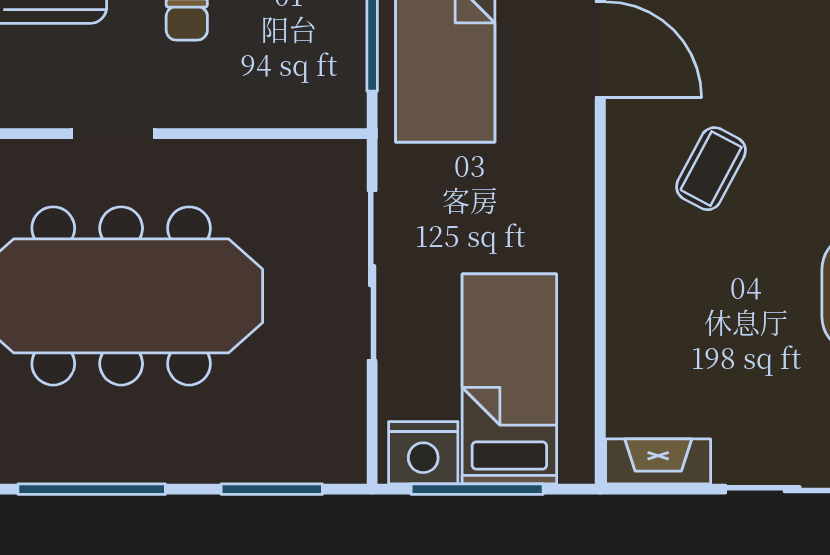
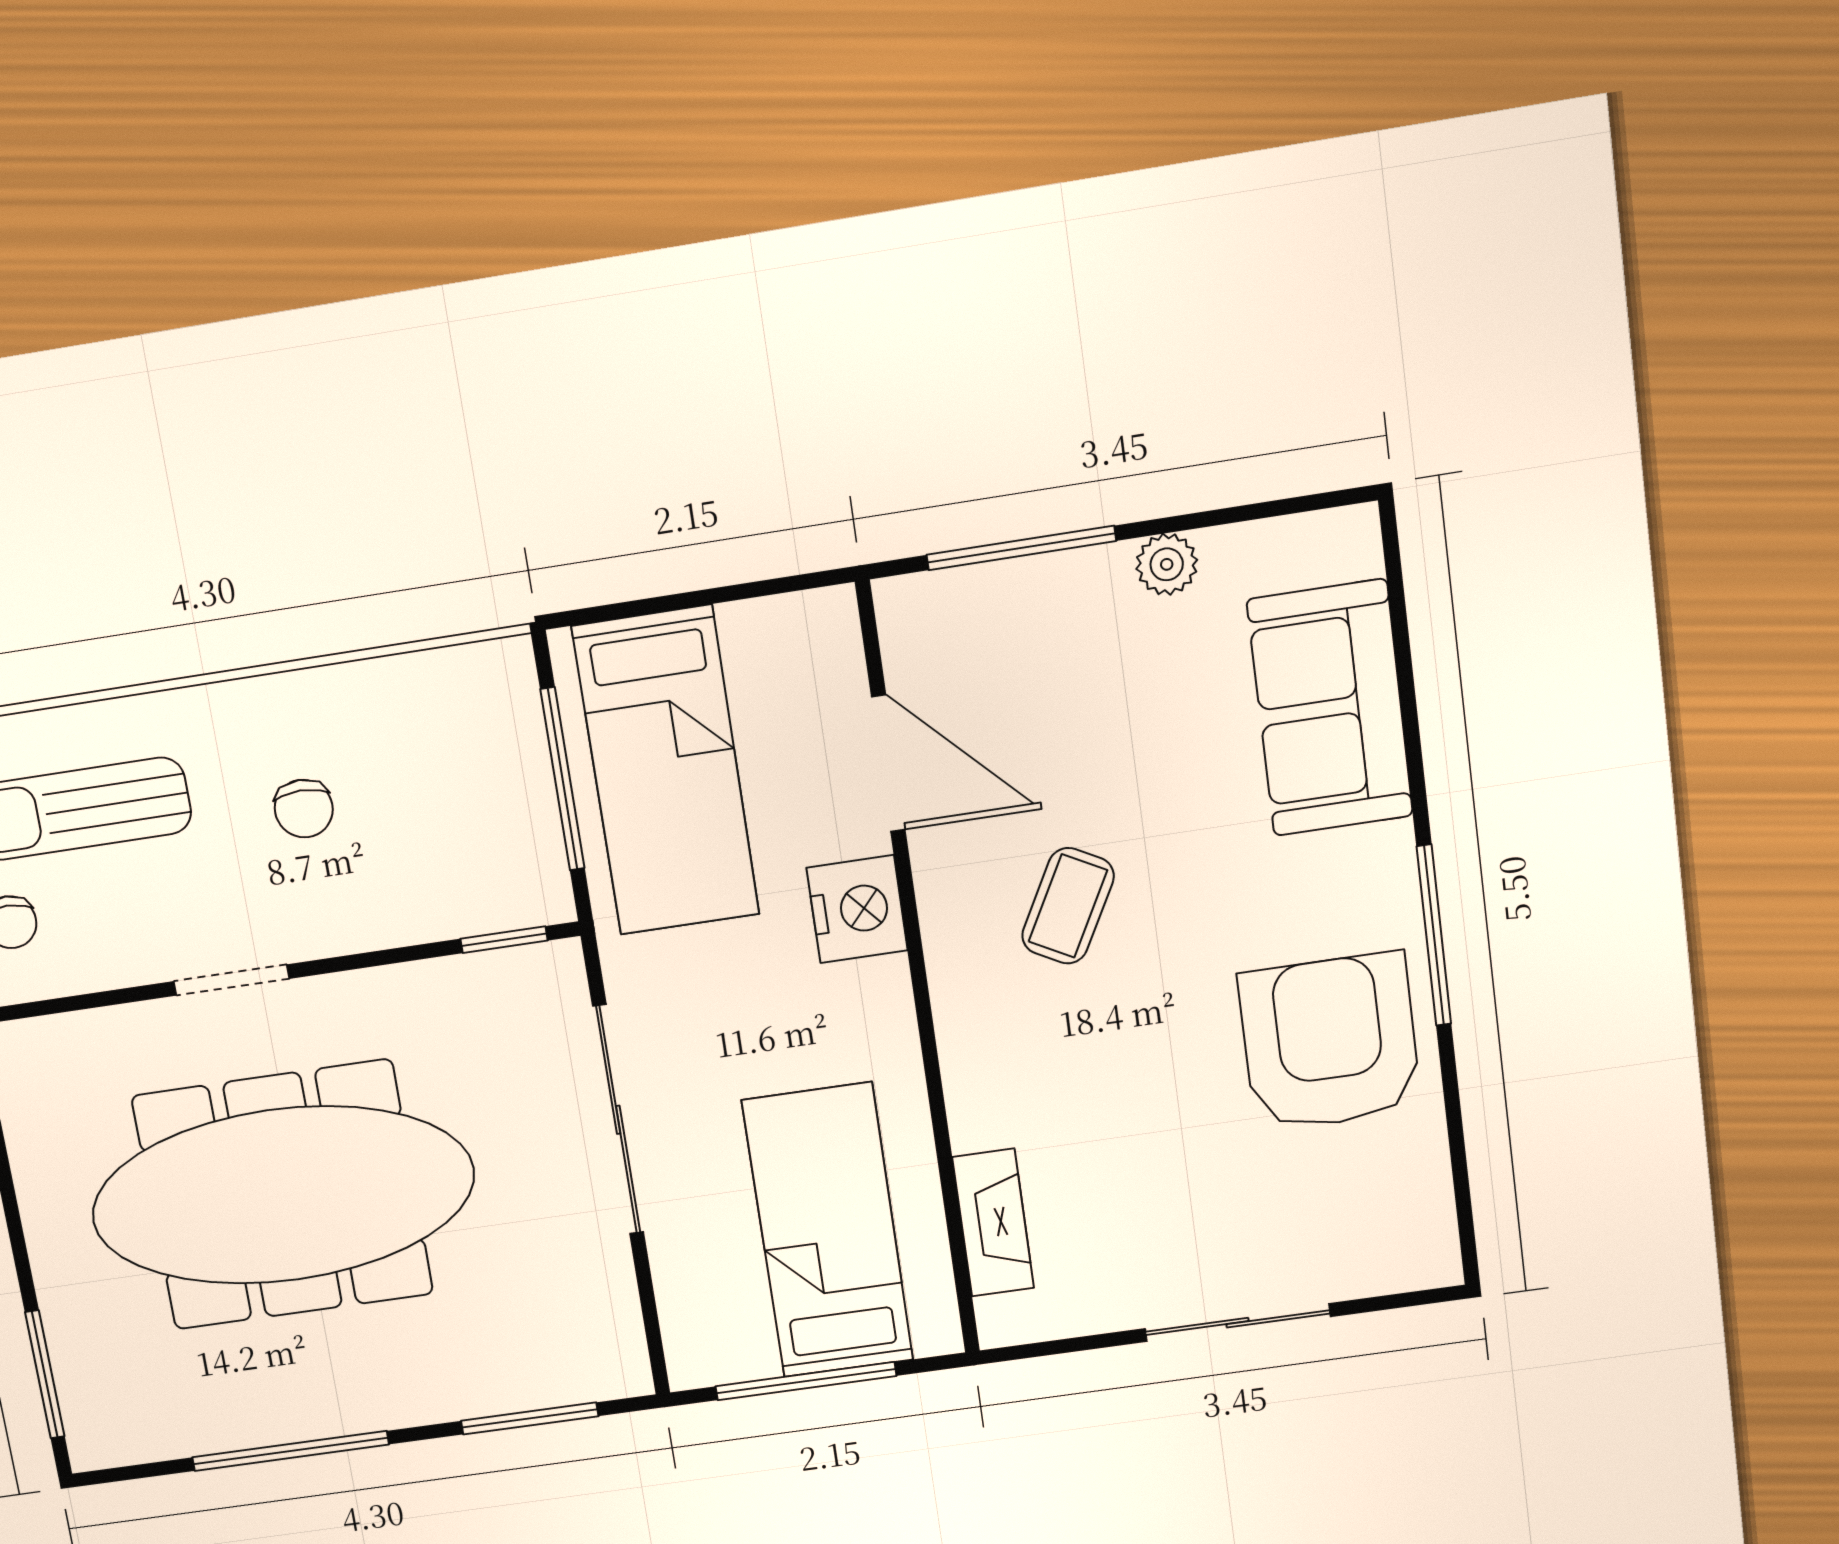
window: (312, 134) -> (504, 940), added
nightstand: (423, 453) -> (857, 909), moved, turned -90
fireplace: (658, 461) -> (993, 1223), moved, turned 90

